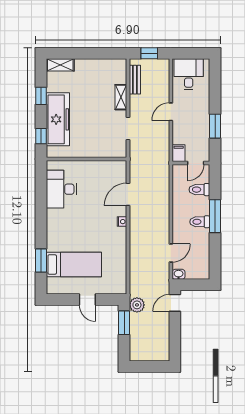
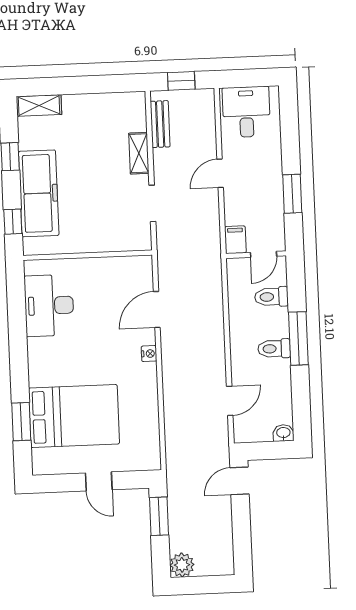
bed: (74, 265) -> (74, 416), width x1.50
washbasin: (179, 274) -> (283, 433), moved
plant: (137, 305) -> (182, 565), moved

